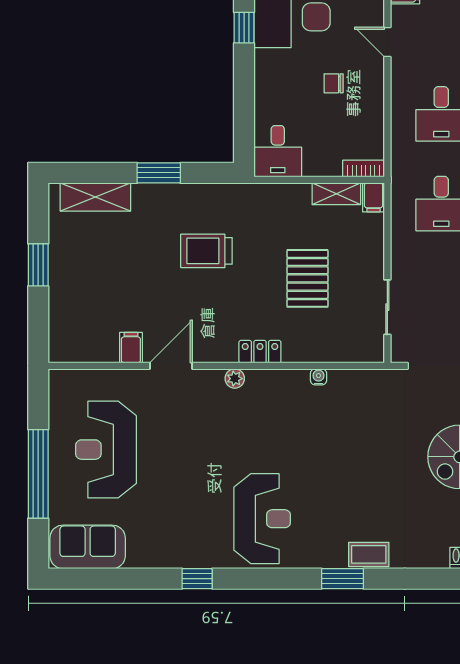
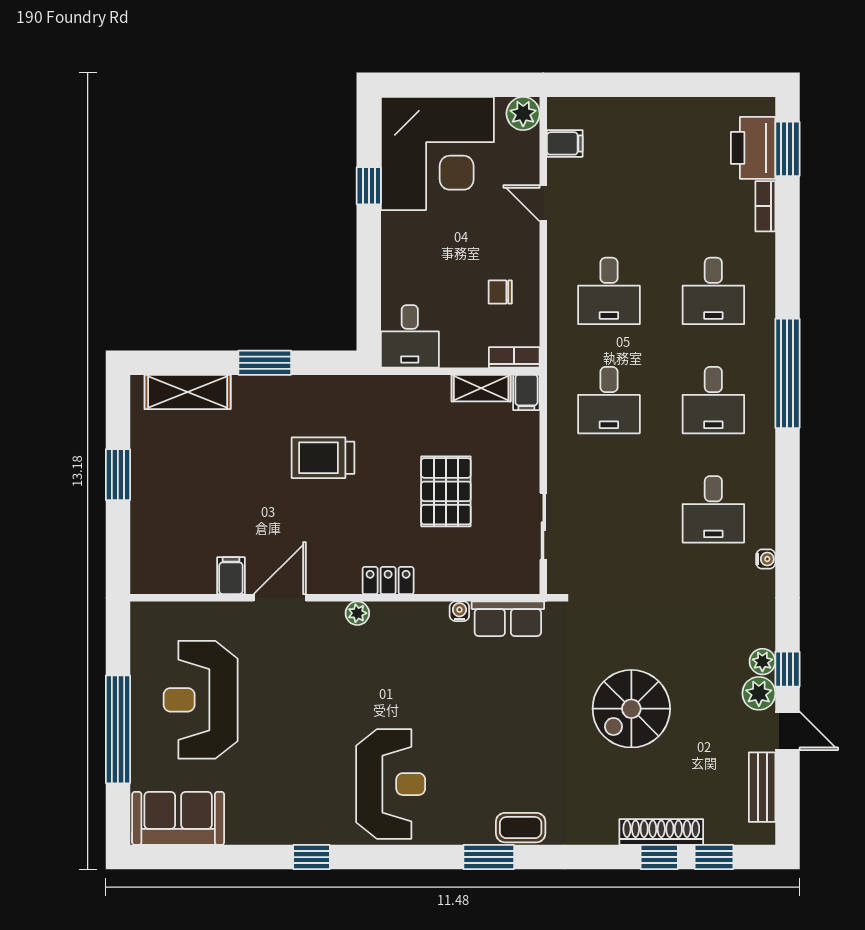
chair: (334, 83) -> (500, 292), moved
row of seats: (358, 383) -> (508, 619), added

